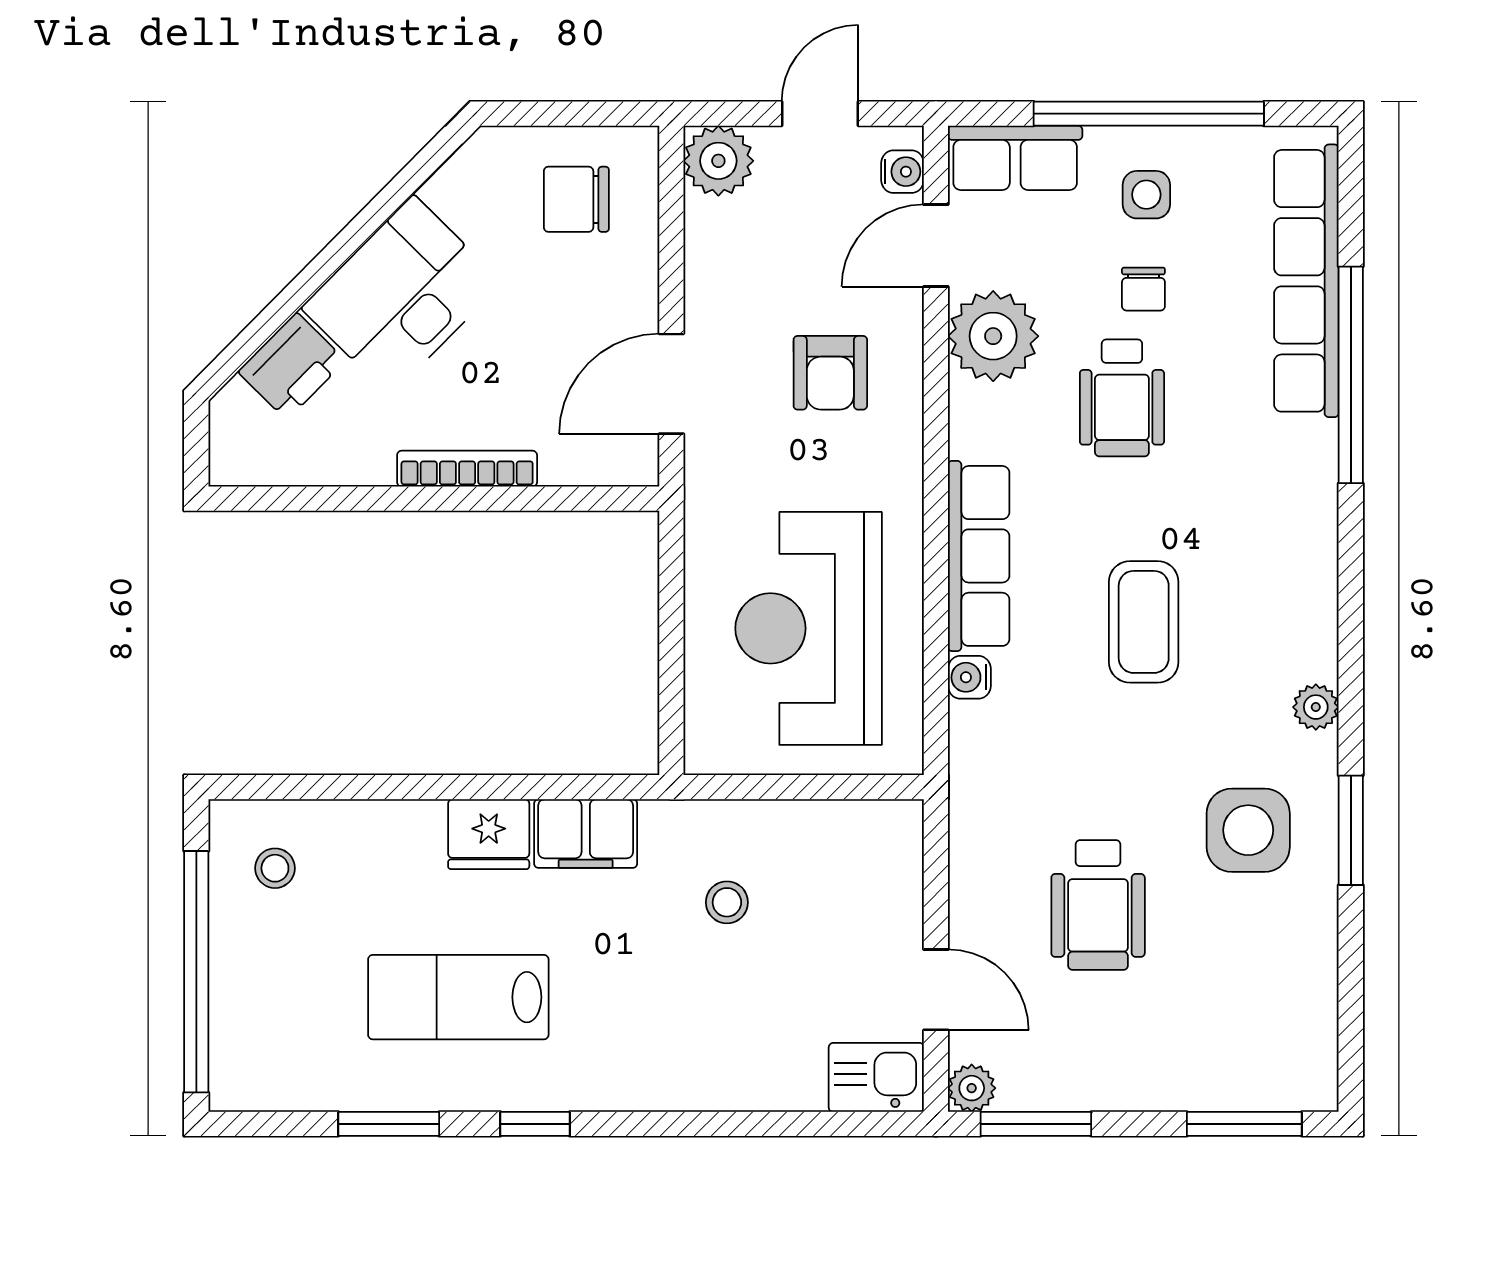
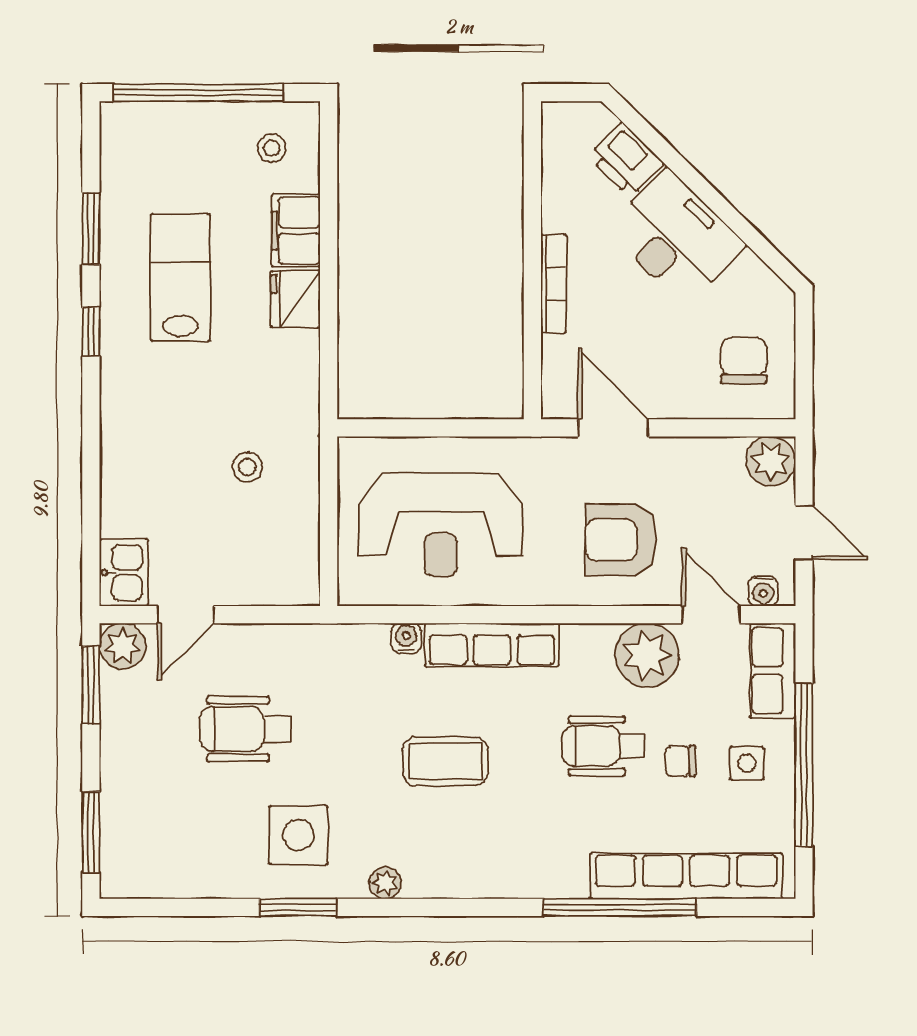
armchair: (830, 373) -> (621, 540), width x1.38, depth x1.38
reception desk: (809, 628) -> (441, 525), turned 180
filing cabinet: (586, 834) -> (296, 230), moved
plant: (972, 1088) -> (123, 646), width x1.38, depth x1.38

